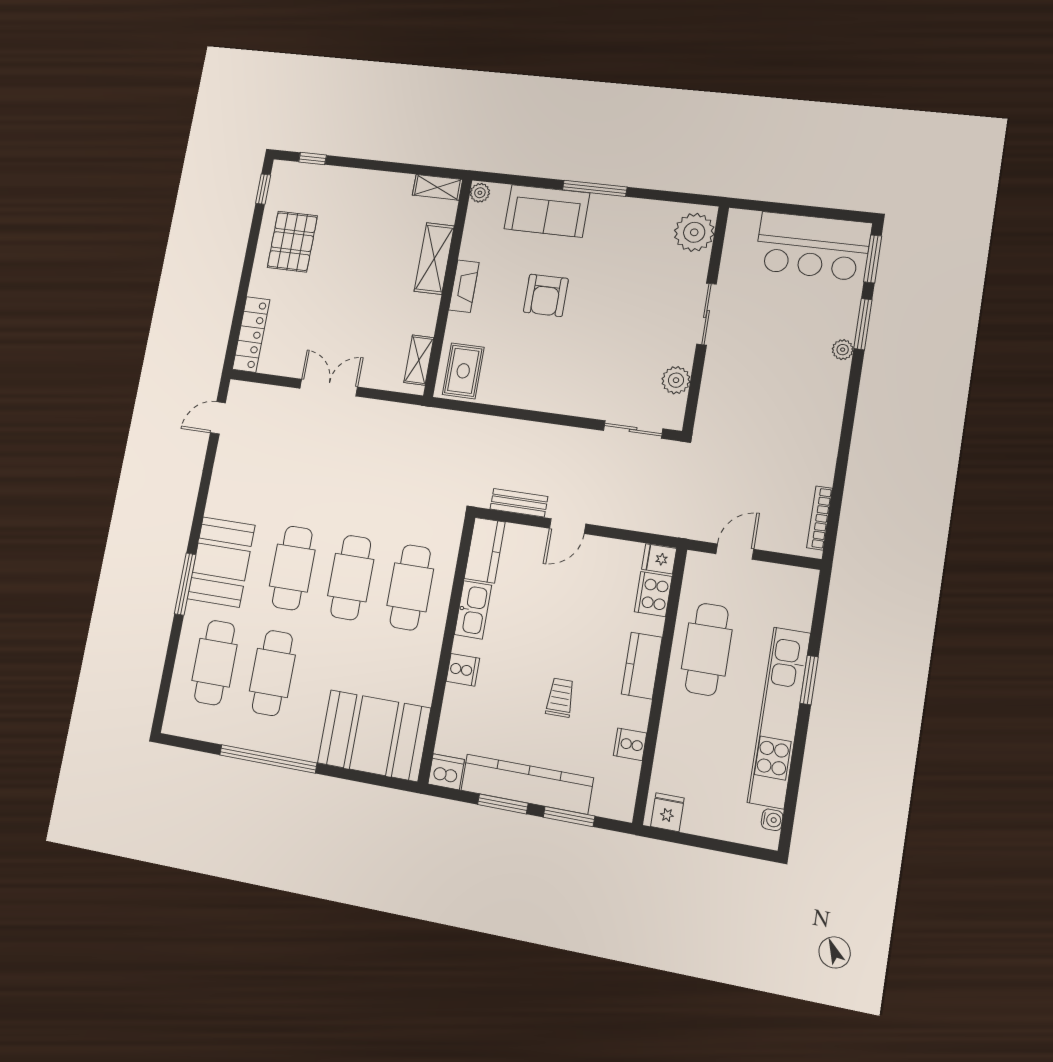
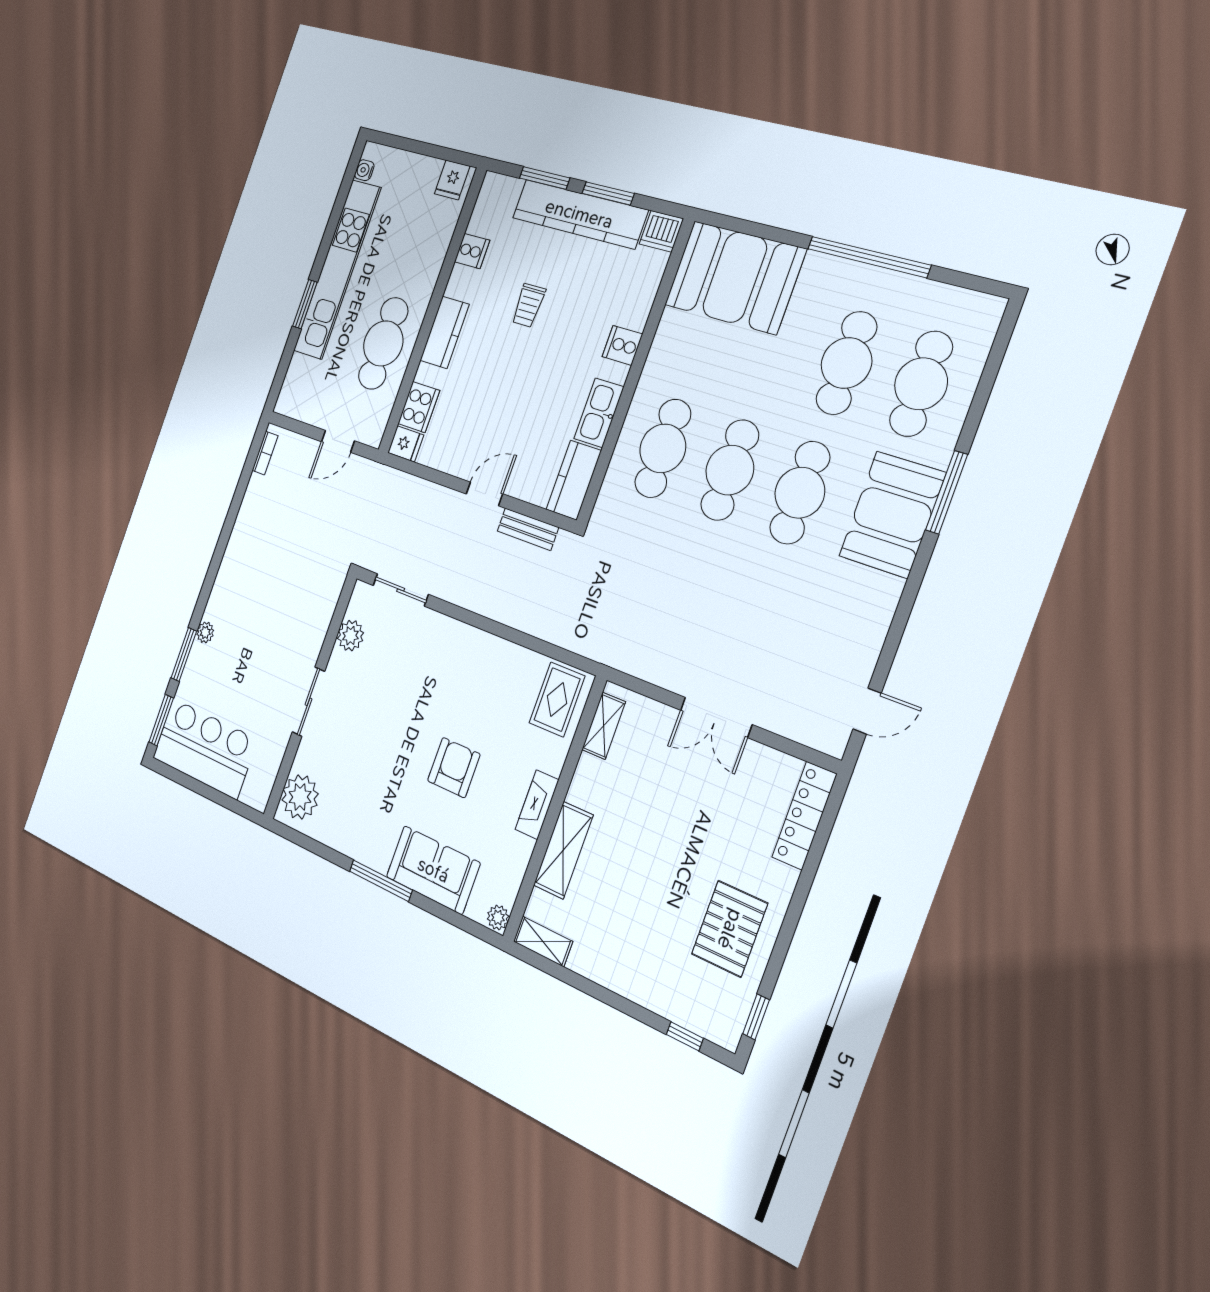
bookcase: (820, 518) -> (265, 453), width x0.64

